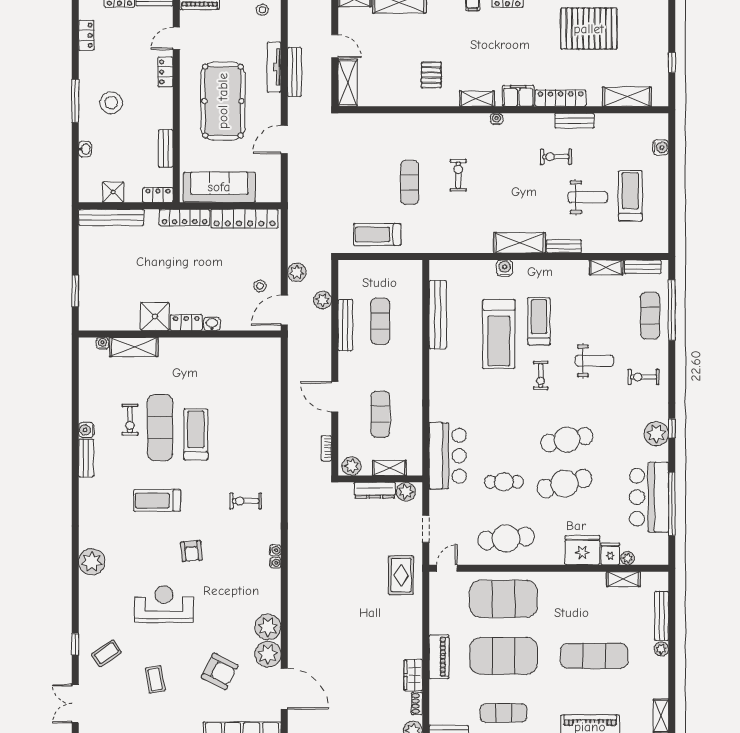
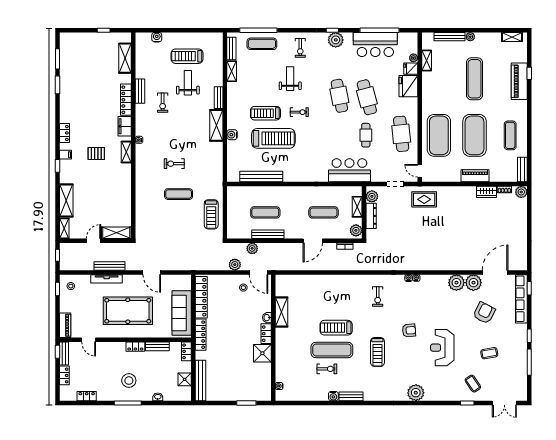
pallet: (589, 29) -> (82, 82), removed
locker: (165, 72) -> (135, 347), moved
pallet: (431, 75) -> (96, 153), moved
shelving: (134, 347) -> (281, 312), moved

